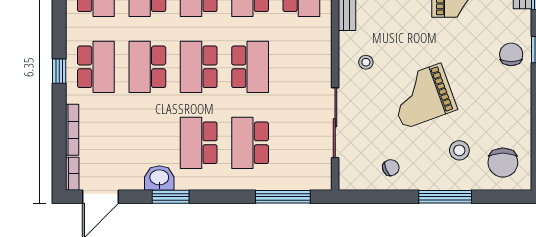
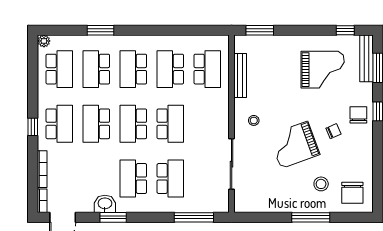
school desk: (250, 143) -> (170, 178), turned 180
chair: (391, 168) -> (333, 131), moved

